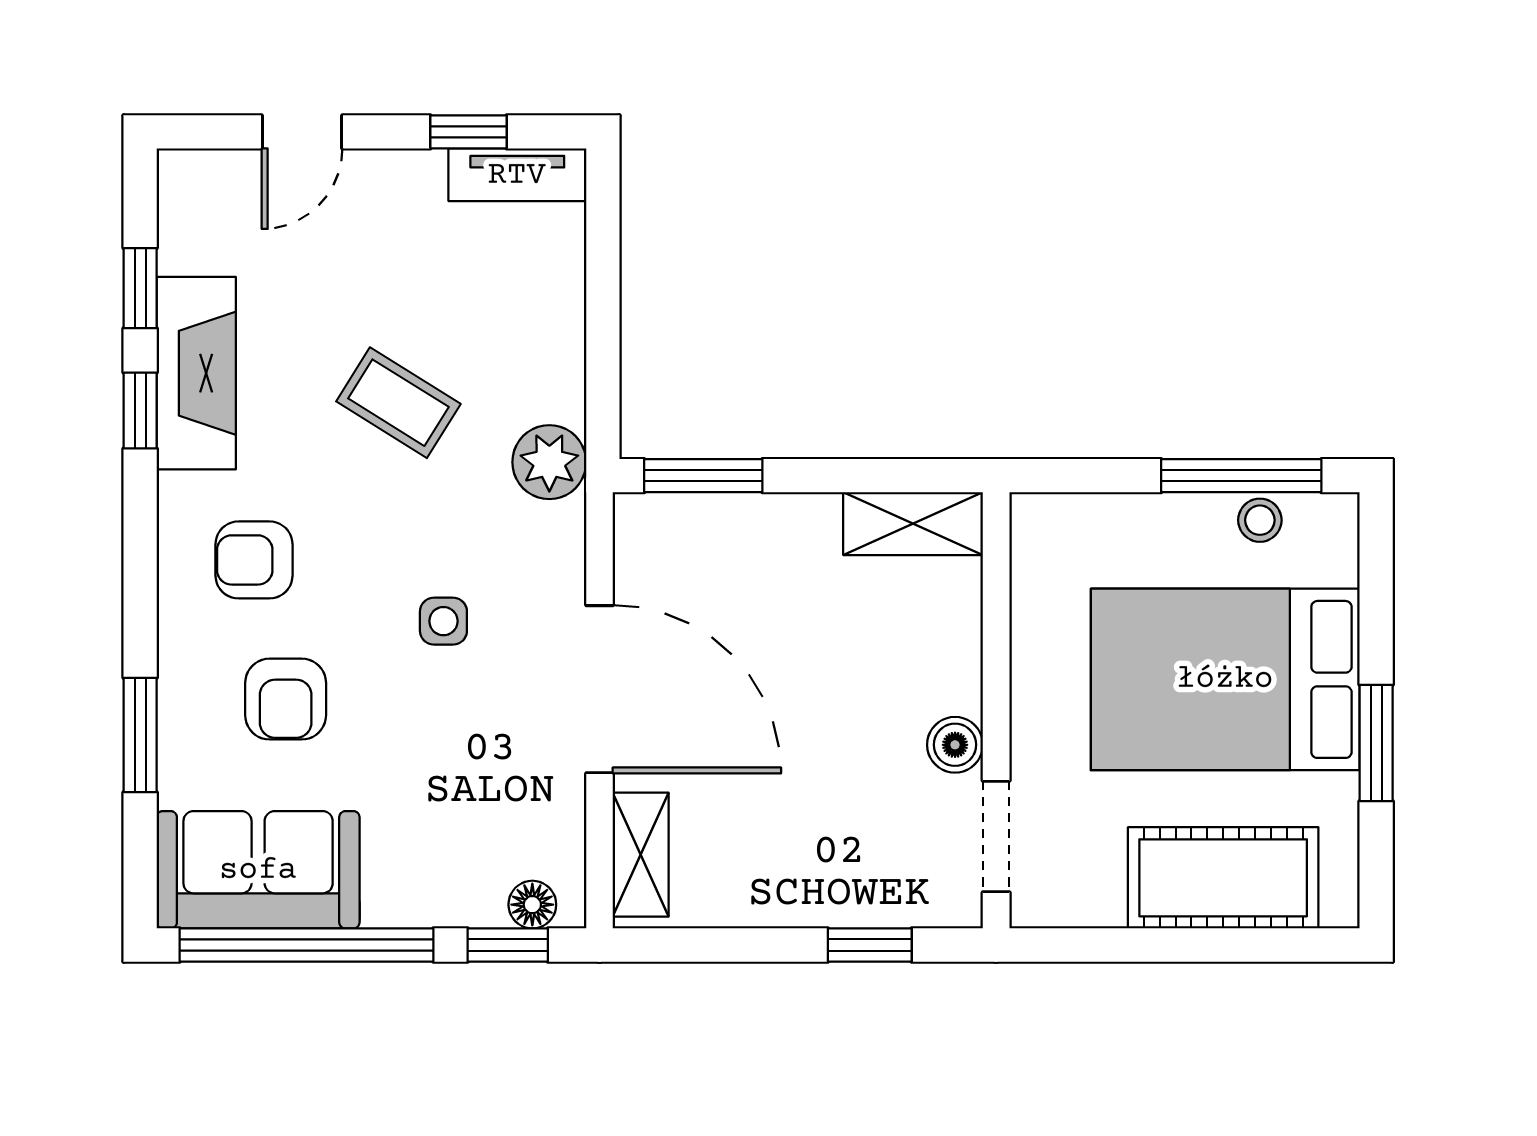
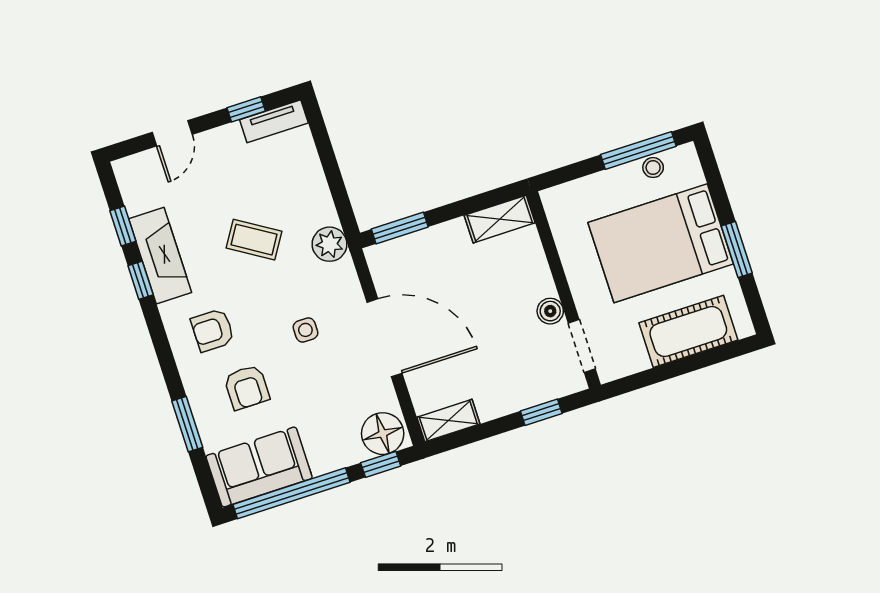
shelving: (641, 855) -> (448, 421), moved, turned 90
floor lamp: (532, 905) -> (383, 434), width x1.89, depth x1.89

